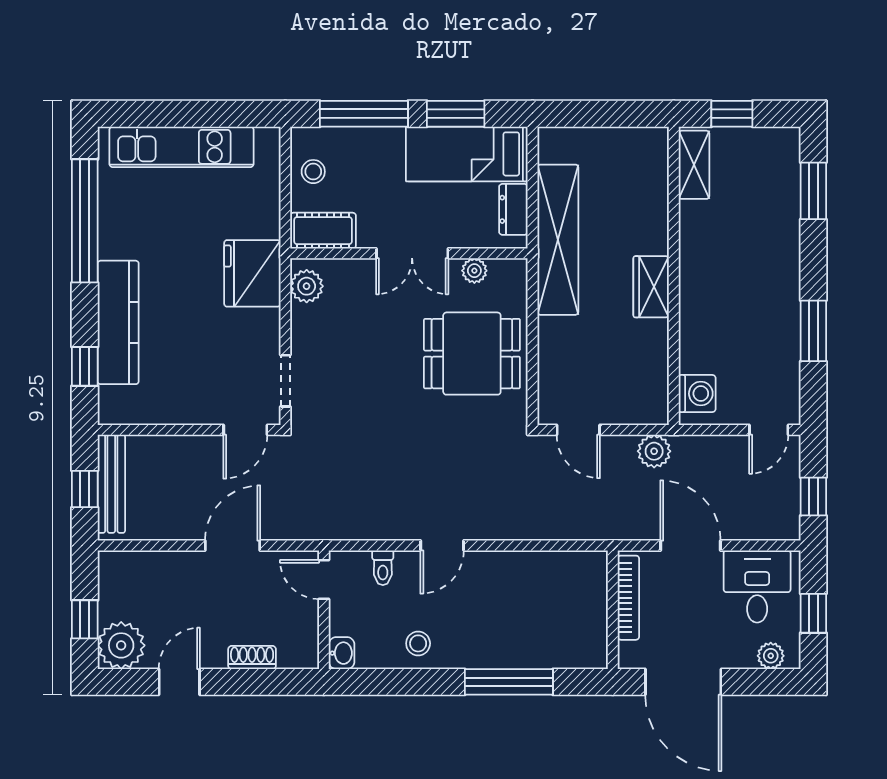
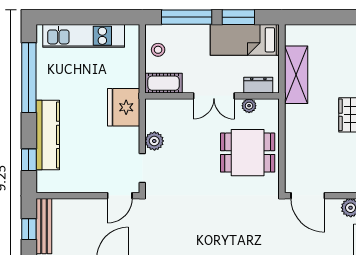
dresser: (513, 209) -> (258, 85), moved, turned 90
shelving: (558, 240) -> (296, 75), width x0.68
plant: (307, 286) -> (154, 141), moved
door: (578, 430) -> (308, 196), width x1.38

